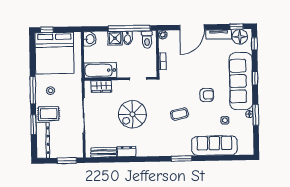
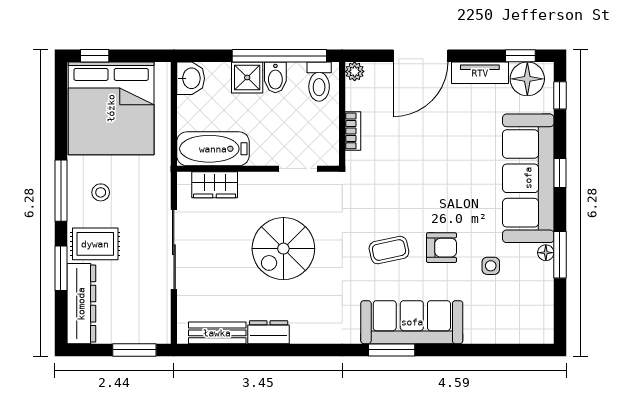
armchair: (207, 95) -> (441, 248), moved
sofa: (214, 146) -> (412, 322), moved

